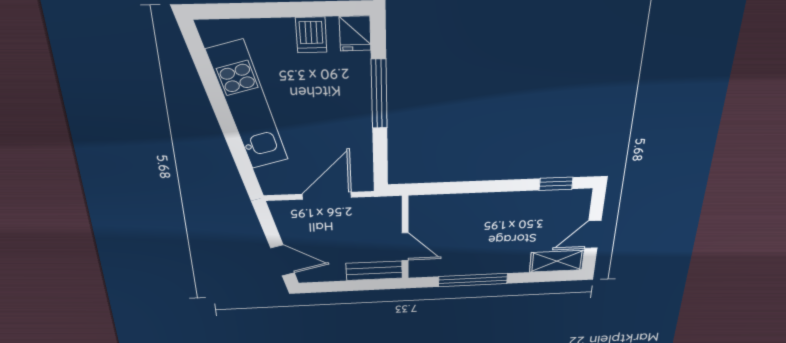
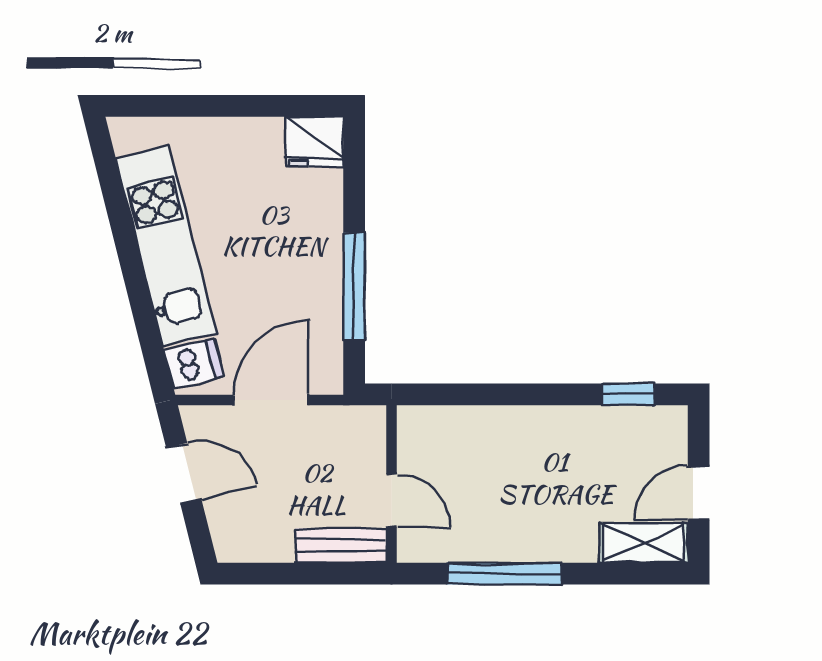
fridge: (355, 33) -> (314, 142), width x1.38
dishwasher: (311, 35) -> (194, 363), moved, turned -104
window: (379, 94) -> (354, 287), moved
door: (283, 260) -> (184, 473), moved

